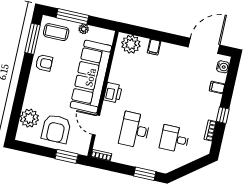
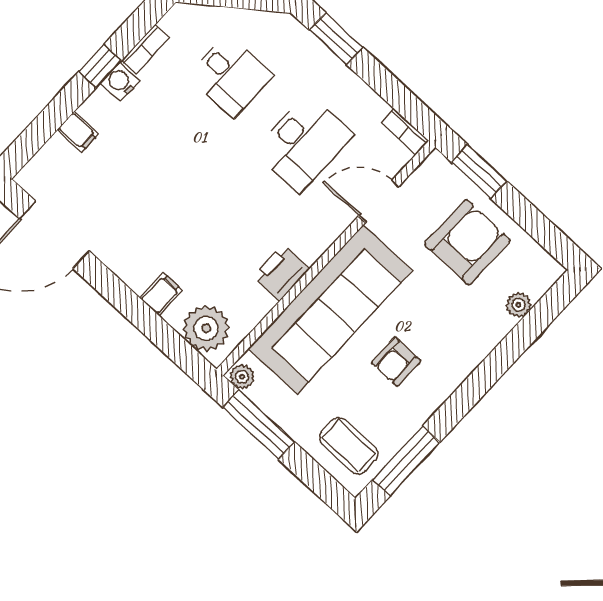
window: (72, 17) -> (259, 425), moved
plant: (84, 29) -> (242, 377), moved
armchair: (44, 63) -> (396, 362), moved, turned -90
water cooler: (223, 67) -> (120, 82), moved
printer: (113, 93) -> (281, 273), moved
plant: (29, 118) -> (518, 305), width x0.53, depth x0.53
door: (96, 125) -> (379, 201), swing flipped

